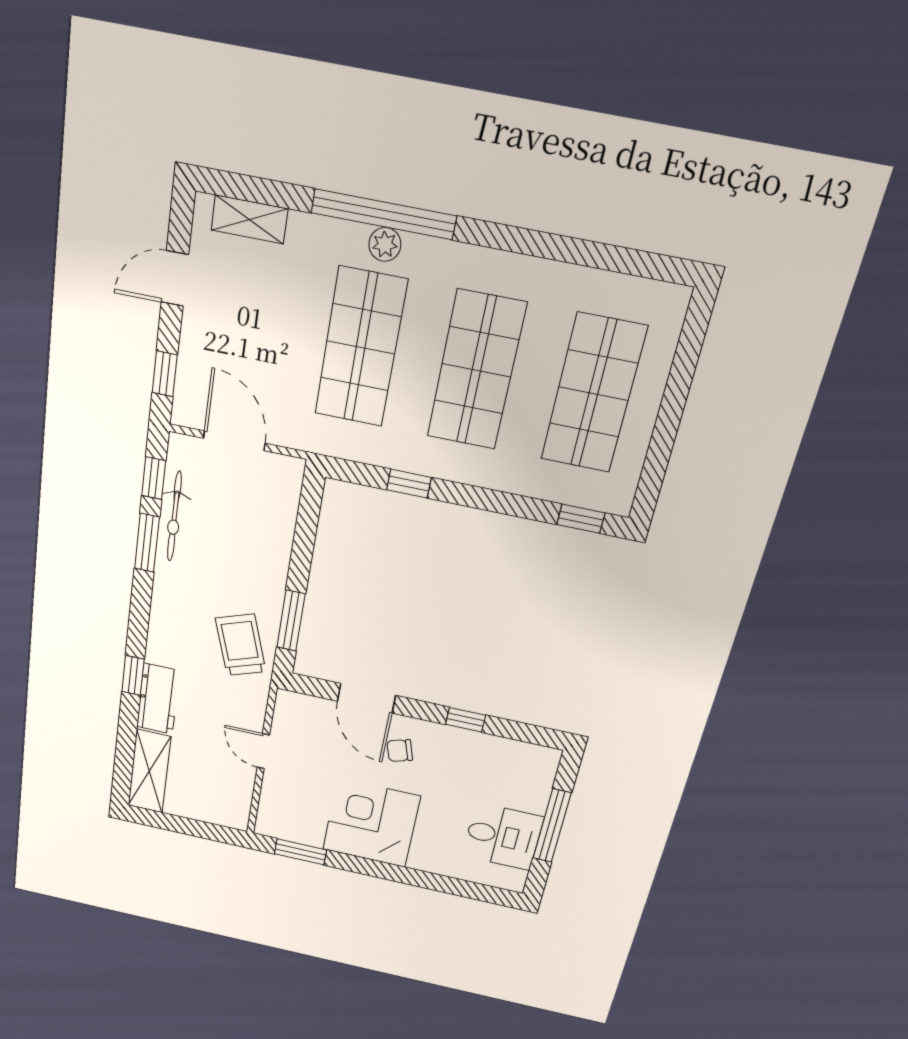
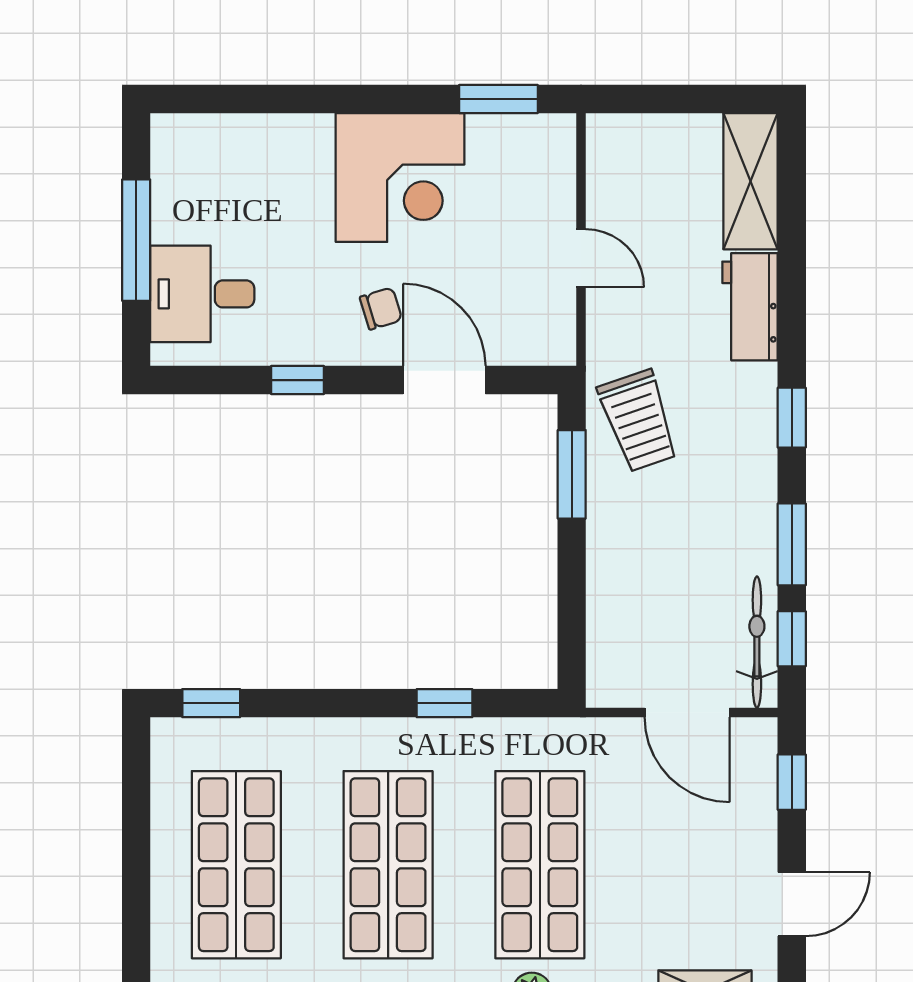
bicycle: (174, 516) -> (757, 642), moved
window: (133, 675) -> (792, 418), moved
desk: (503, 836) -> (202, 294), moved

